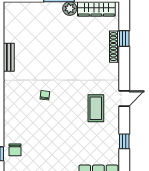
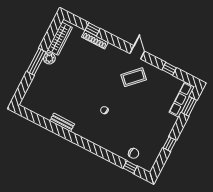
coffee table: (96, 108) -> (134, 77), turned -45

